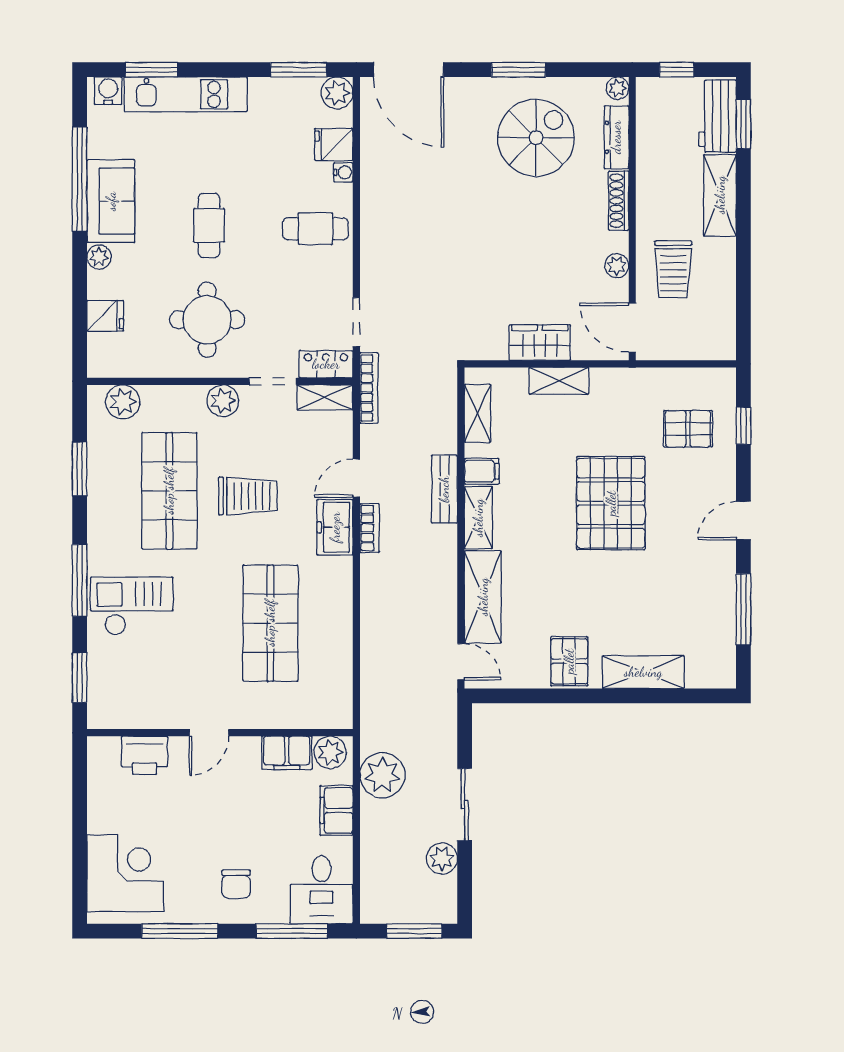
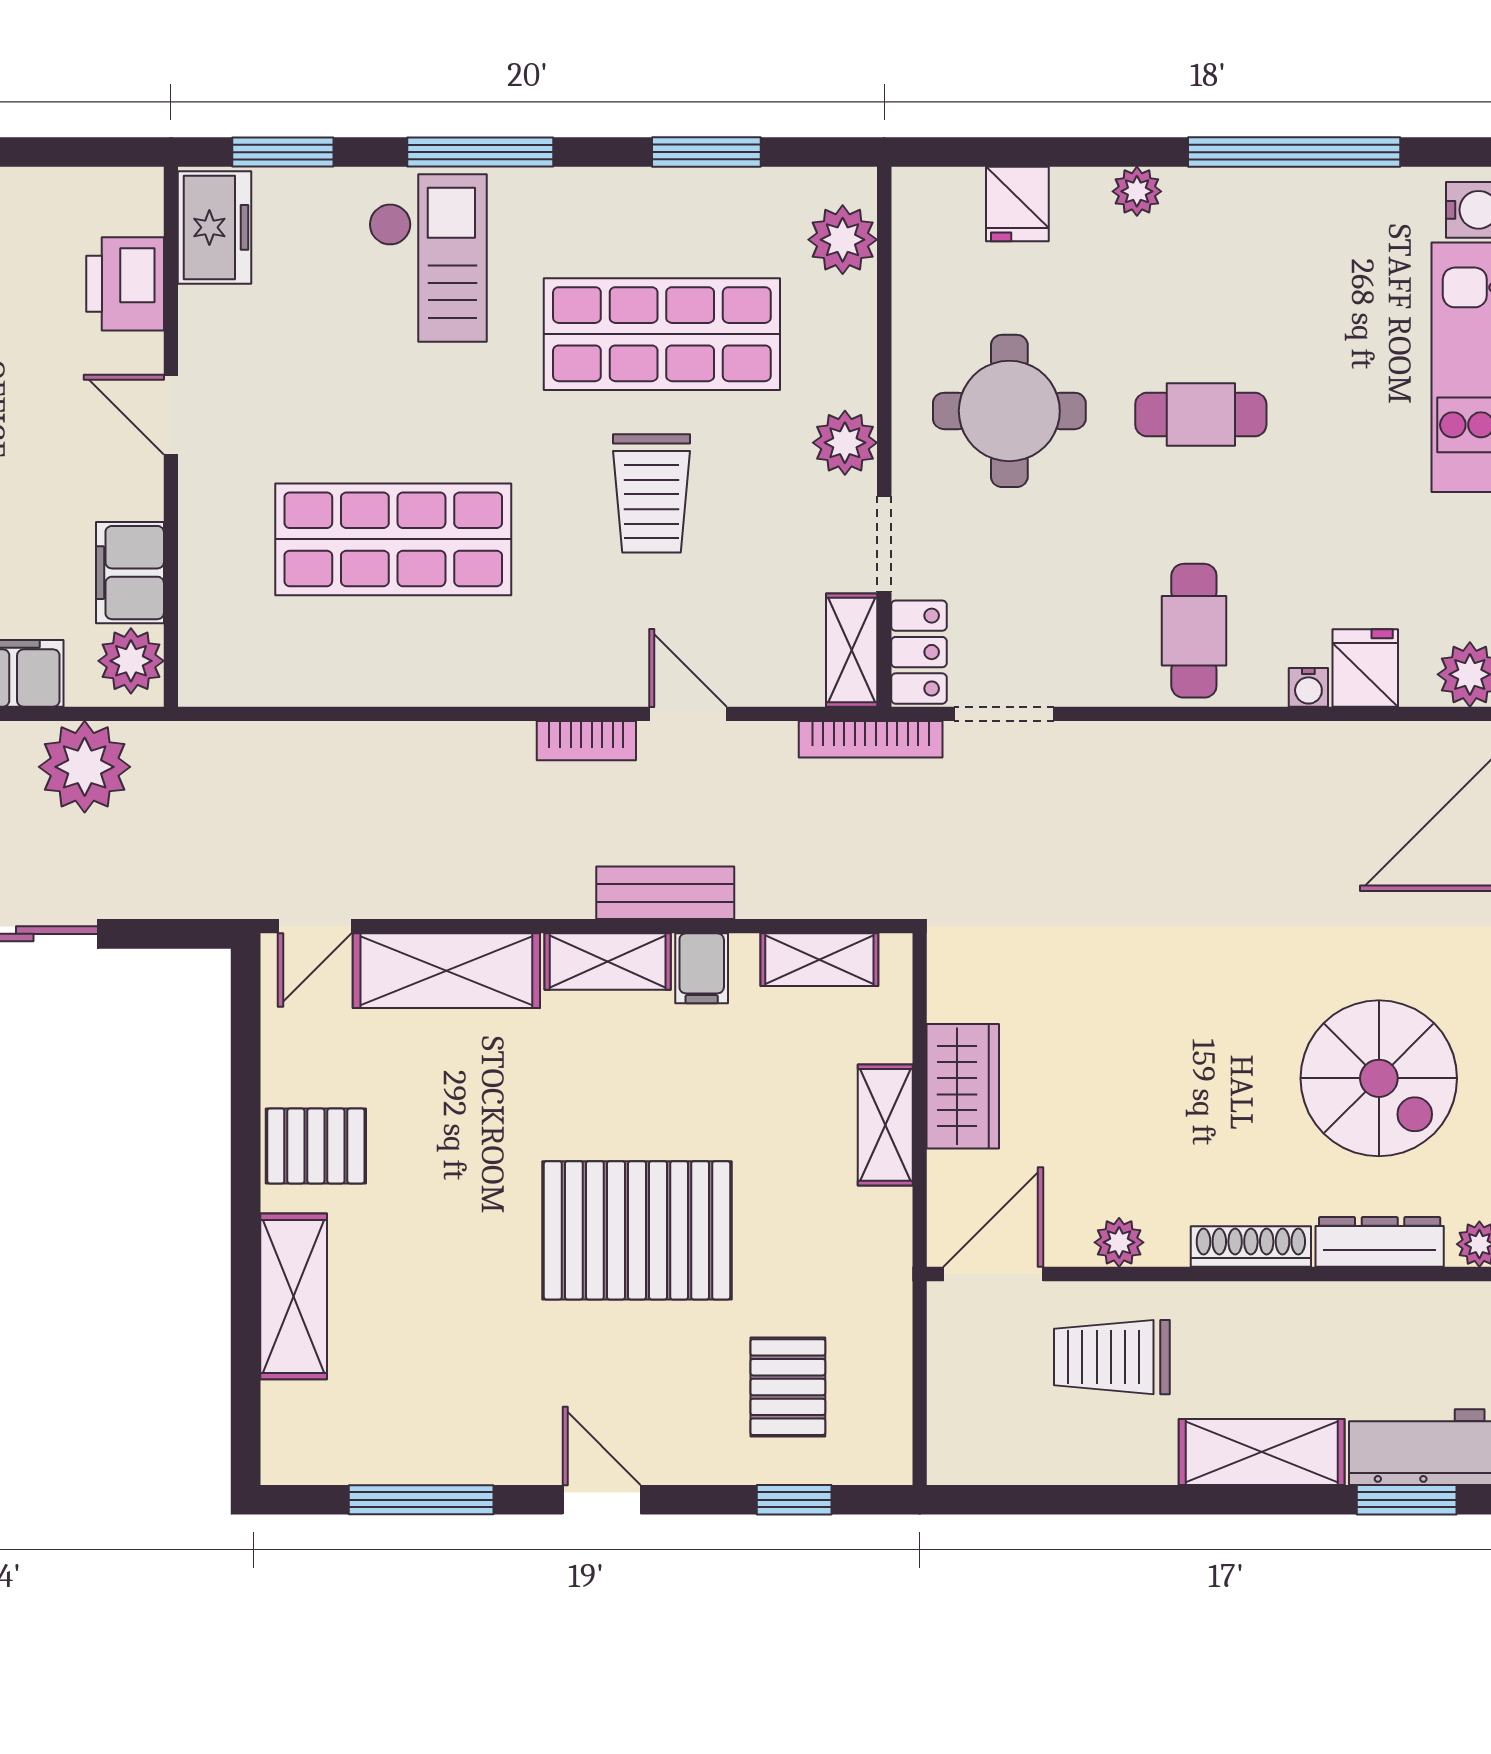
sofa: (111, 201) -> (1250, 215), removed
freezer: (335, 527) -> (214, 227), moved, turned 90

